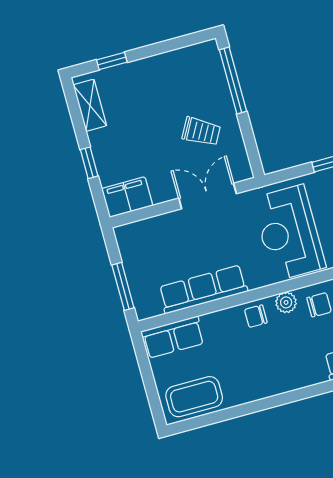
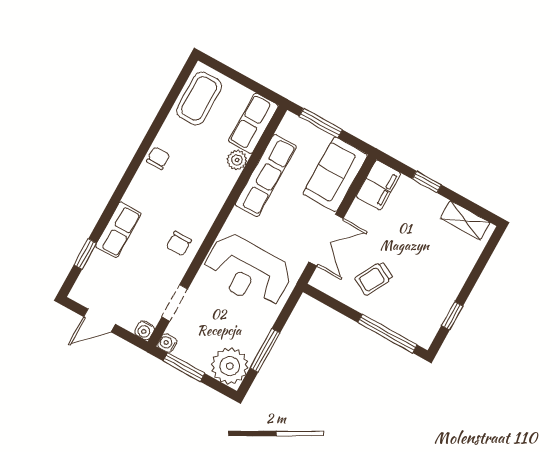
window: (112, 61) -> (452, 316), moved
reception desk: (289, 233) -> (247, 271), turned 180
sofa: (151, 238) -> (335, 174), added
plant: (286, 302) -> (237, 160), moved
chair: (256, 316) -> (158, 158), moved

